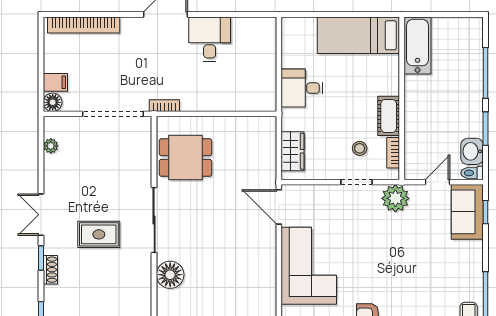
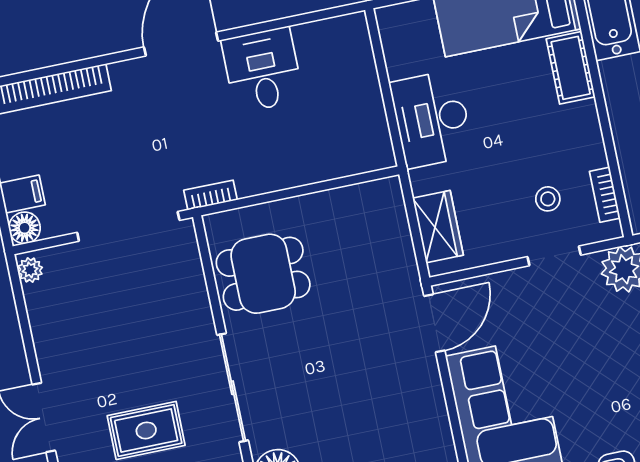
desk: (302, 88) -> (432, 119), width x1.37
cot: (389, 116) -> (571, 68), moved
plant: (51, 146) -> (30, 270), moved
door: (279, 207) -> (434, 323), swing flipped

